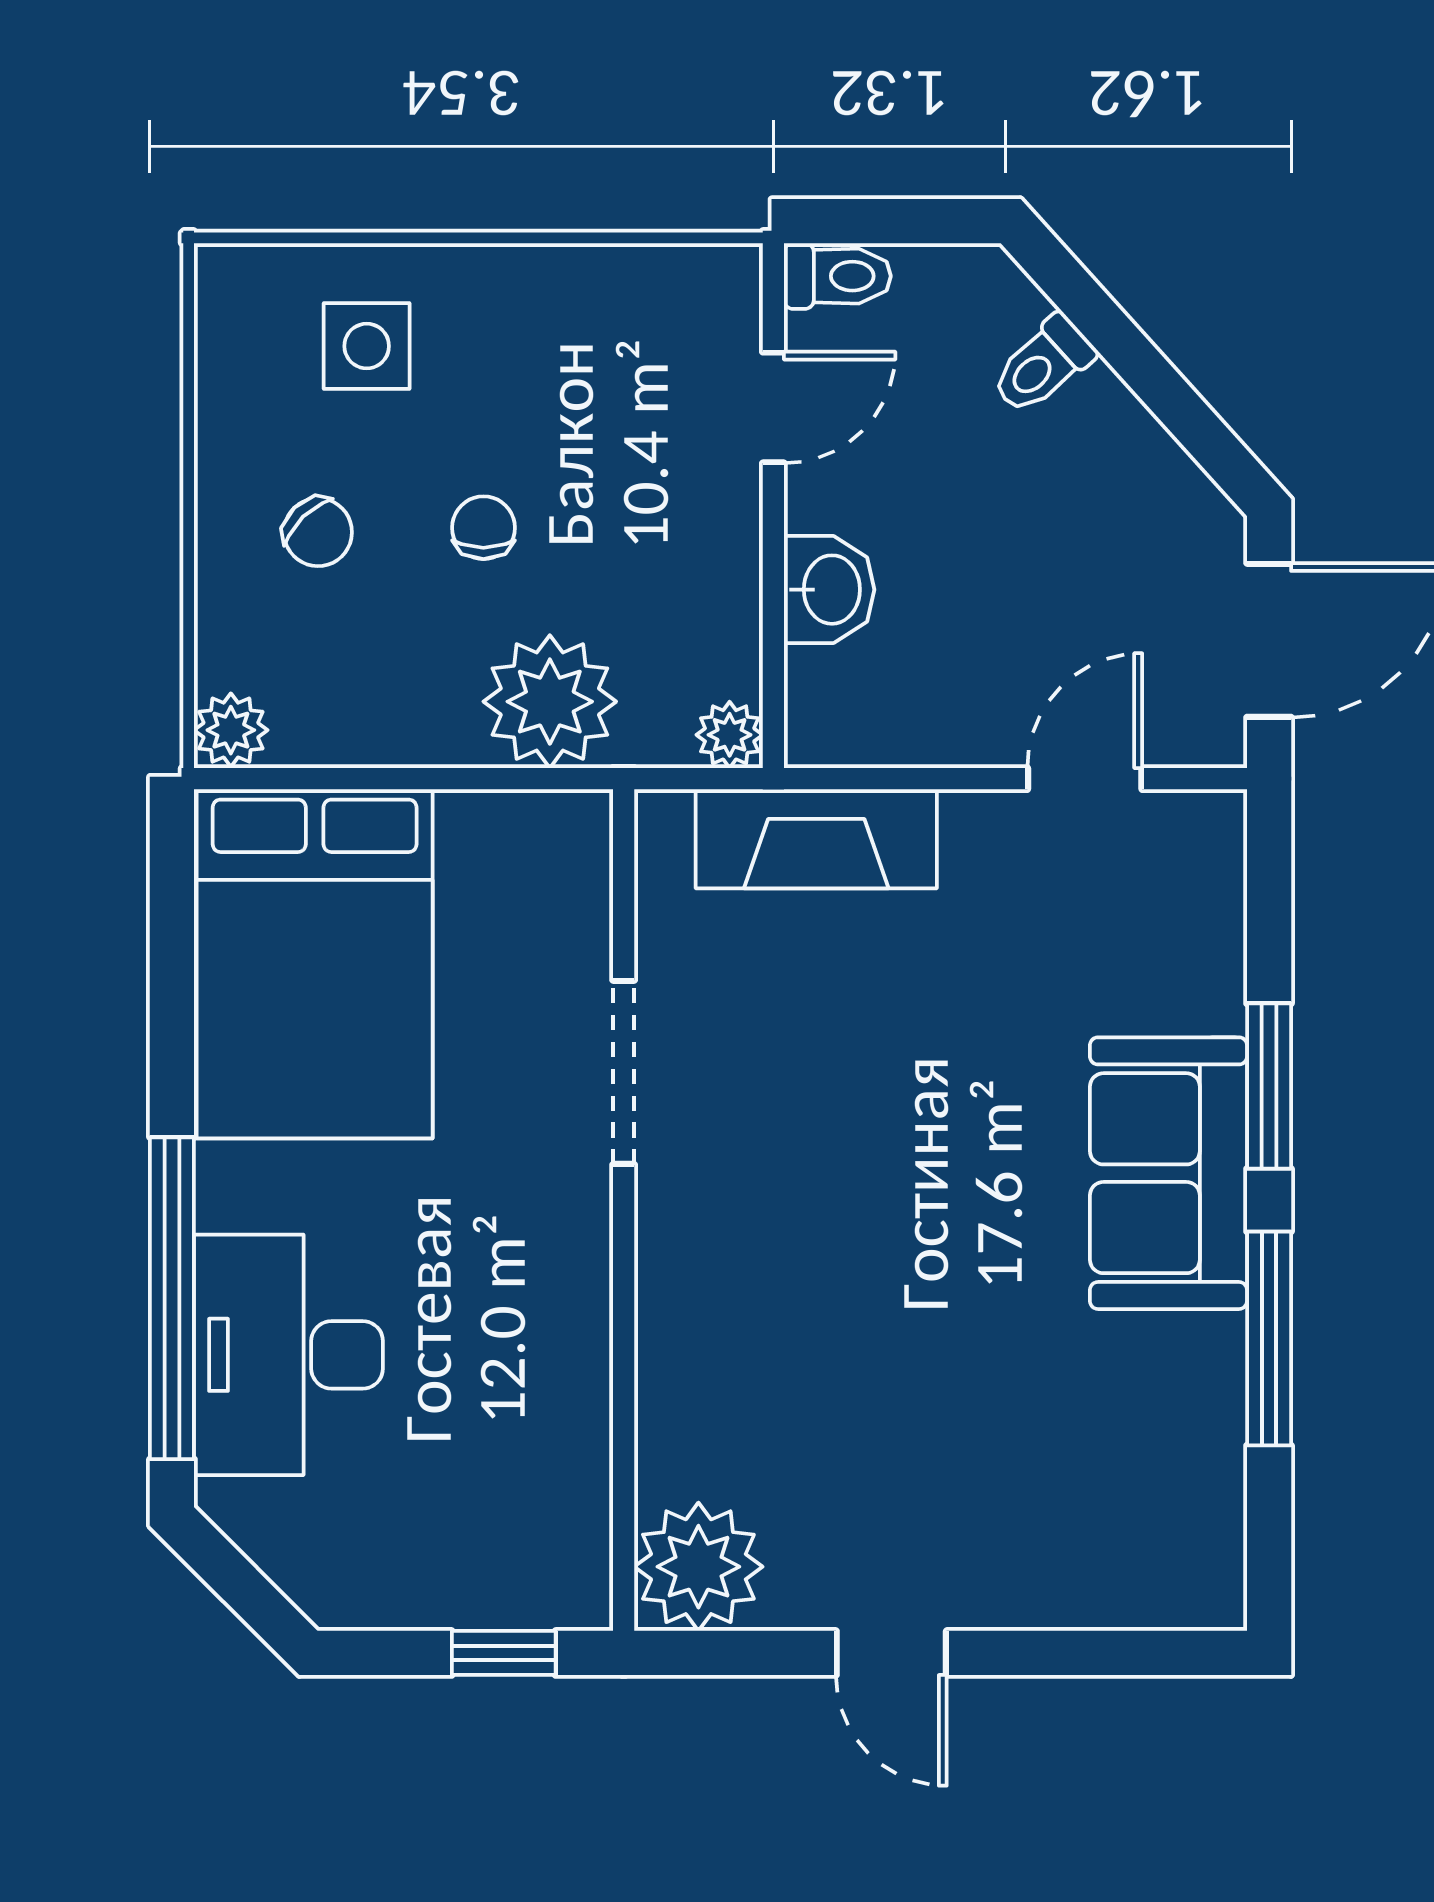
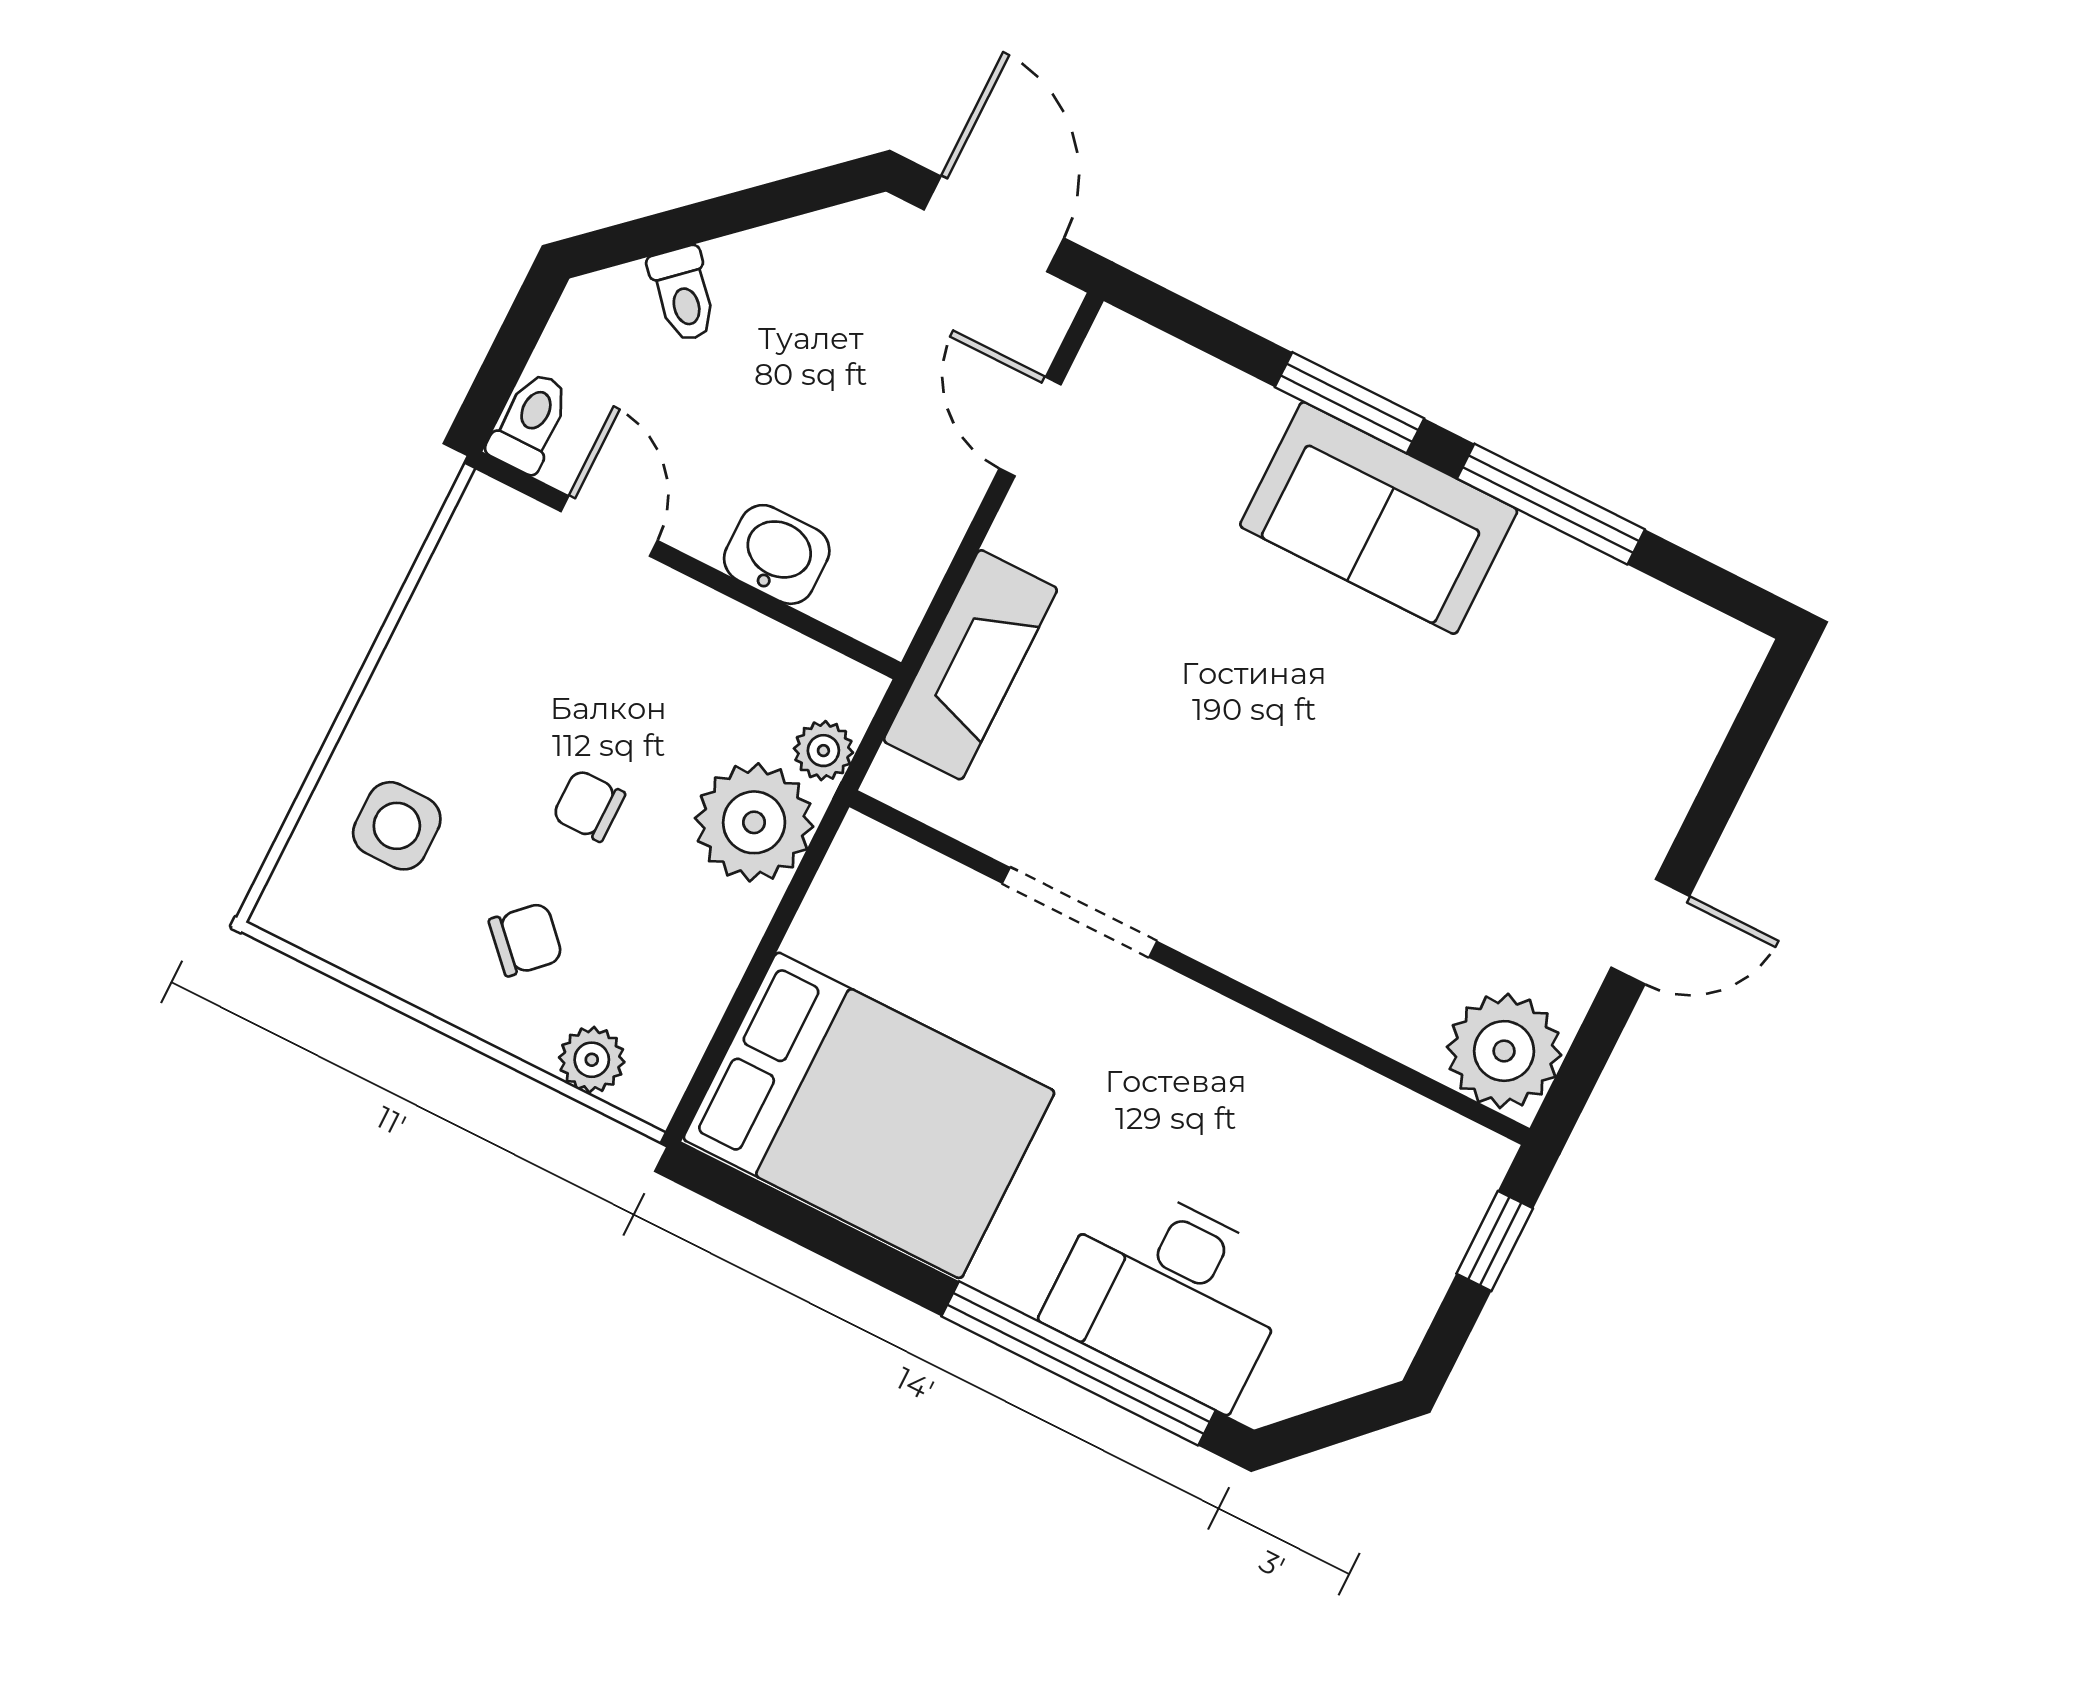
plant: (231, 730) -> (592, 1060), moved
plant: (730, 735) -> (823, 751), moved

